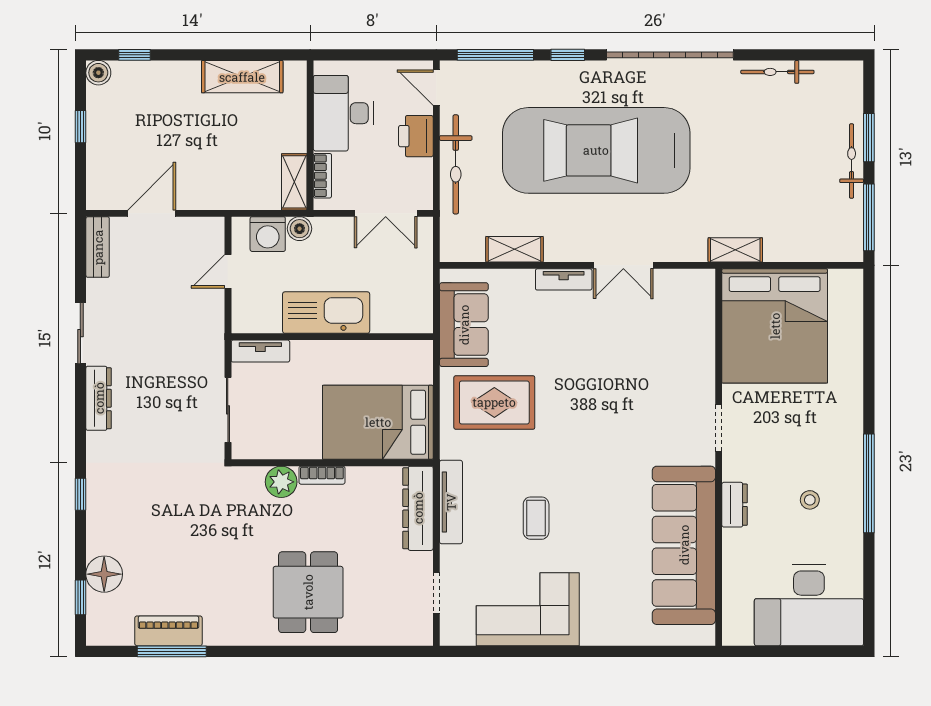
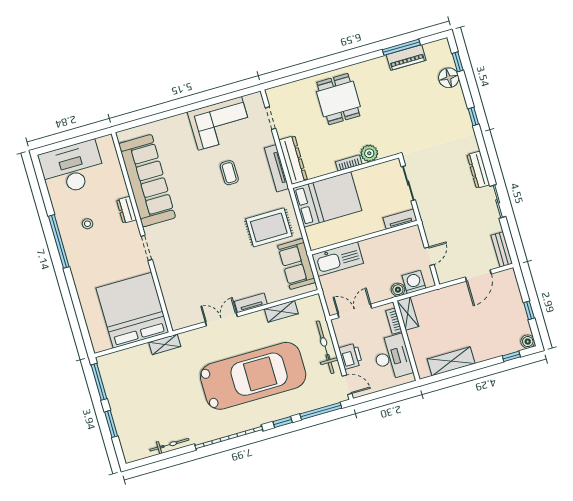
bicycle: (852, 161) -> (117, 409), removed
kitchen sink: (326, 313) -> (338, 259), moved

